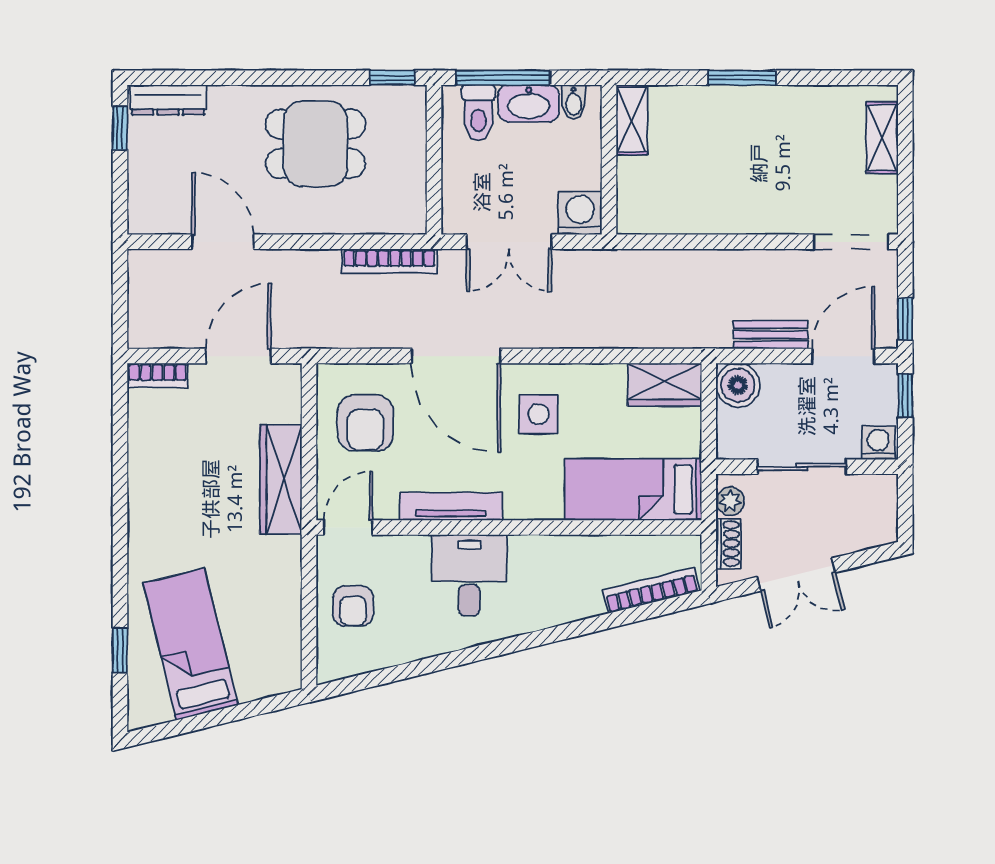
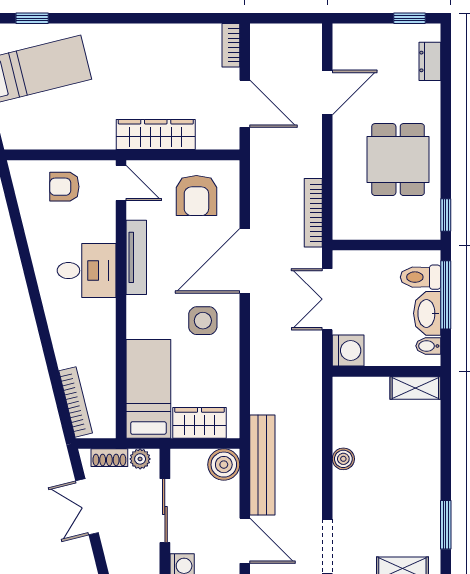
window: (742, 78) -> (446, 525), moved
dresser: (168, 100) -> (430, 61), width x0.70
boiler: (730, 220) -> (343, 459), added
bench: (771, 335) -> (262, 465), width x1.86, depth x1.21
wardrobe: (665, 385) -> (200, 423), moved, turned 90
armchair: (365, 423) -> (196, 196), turned -90

